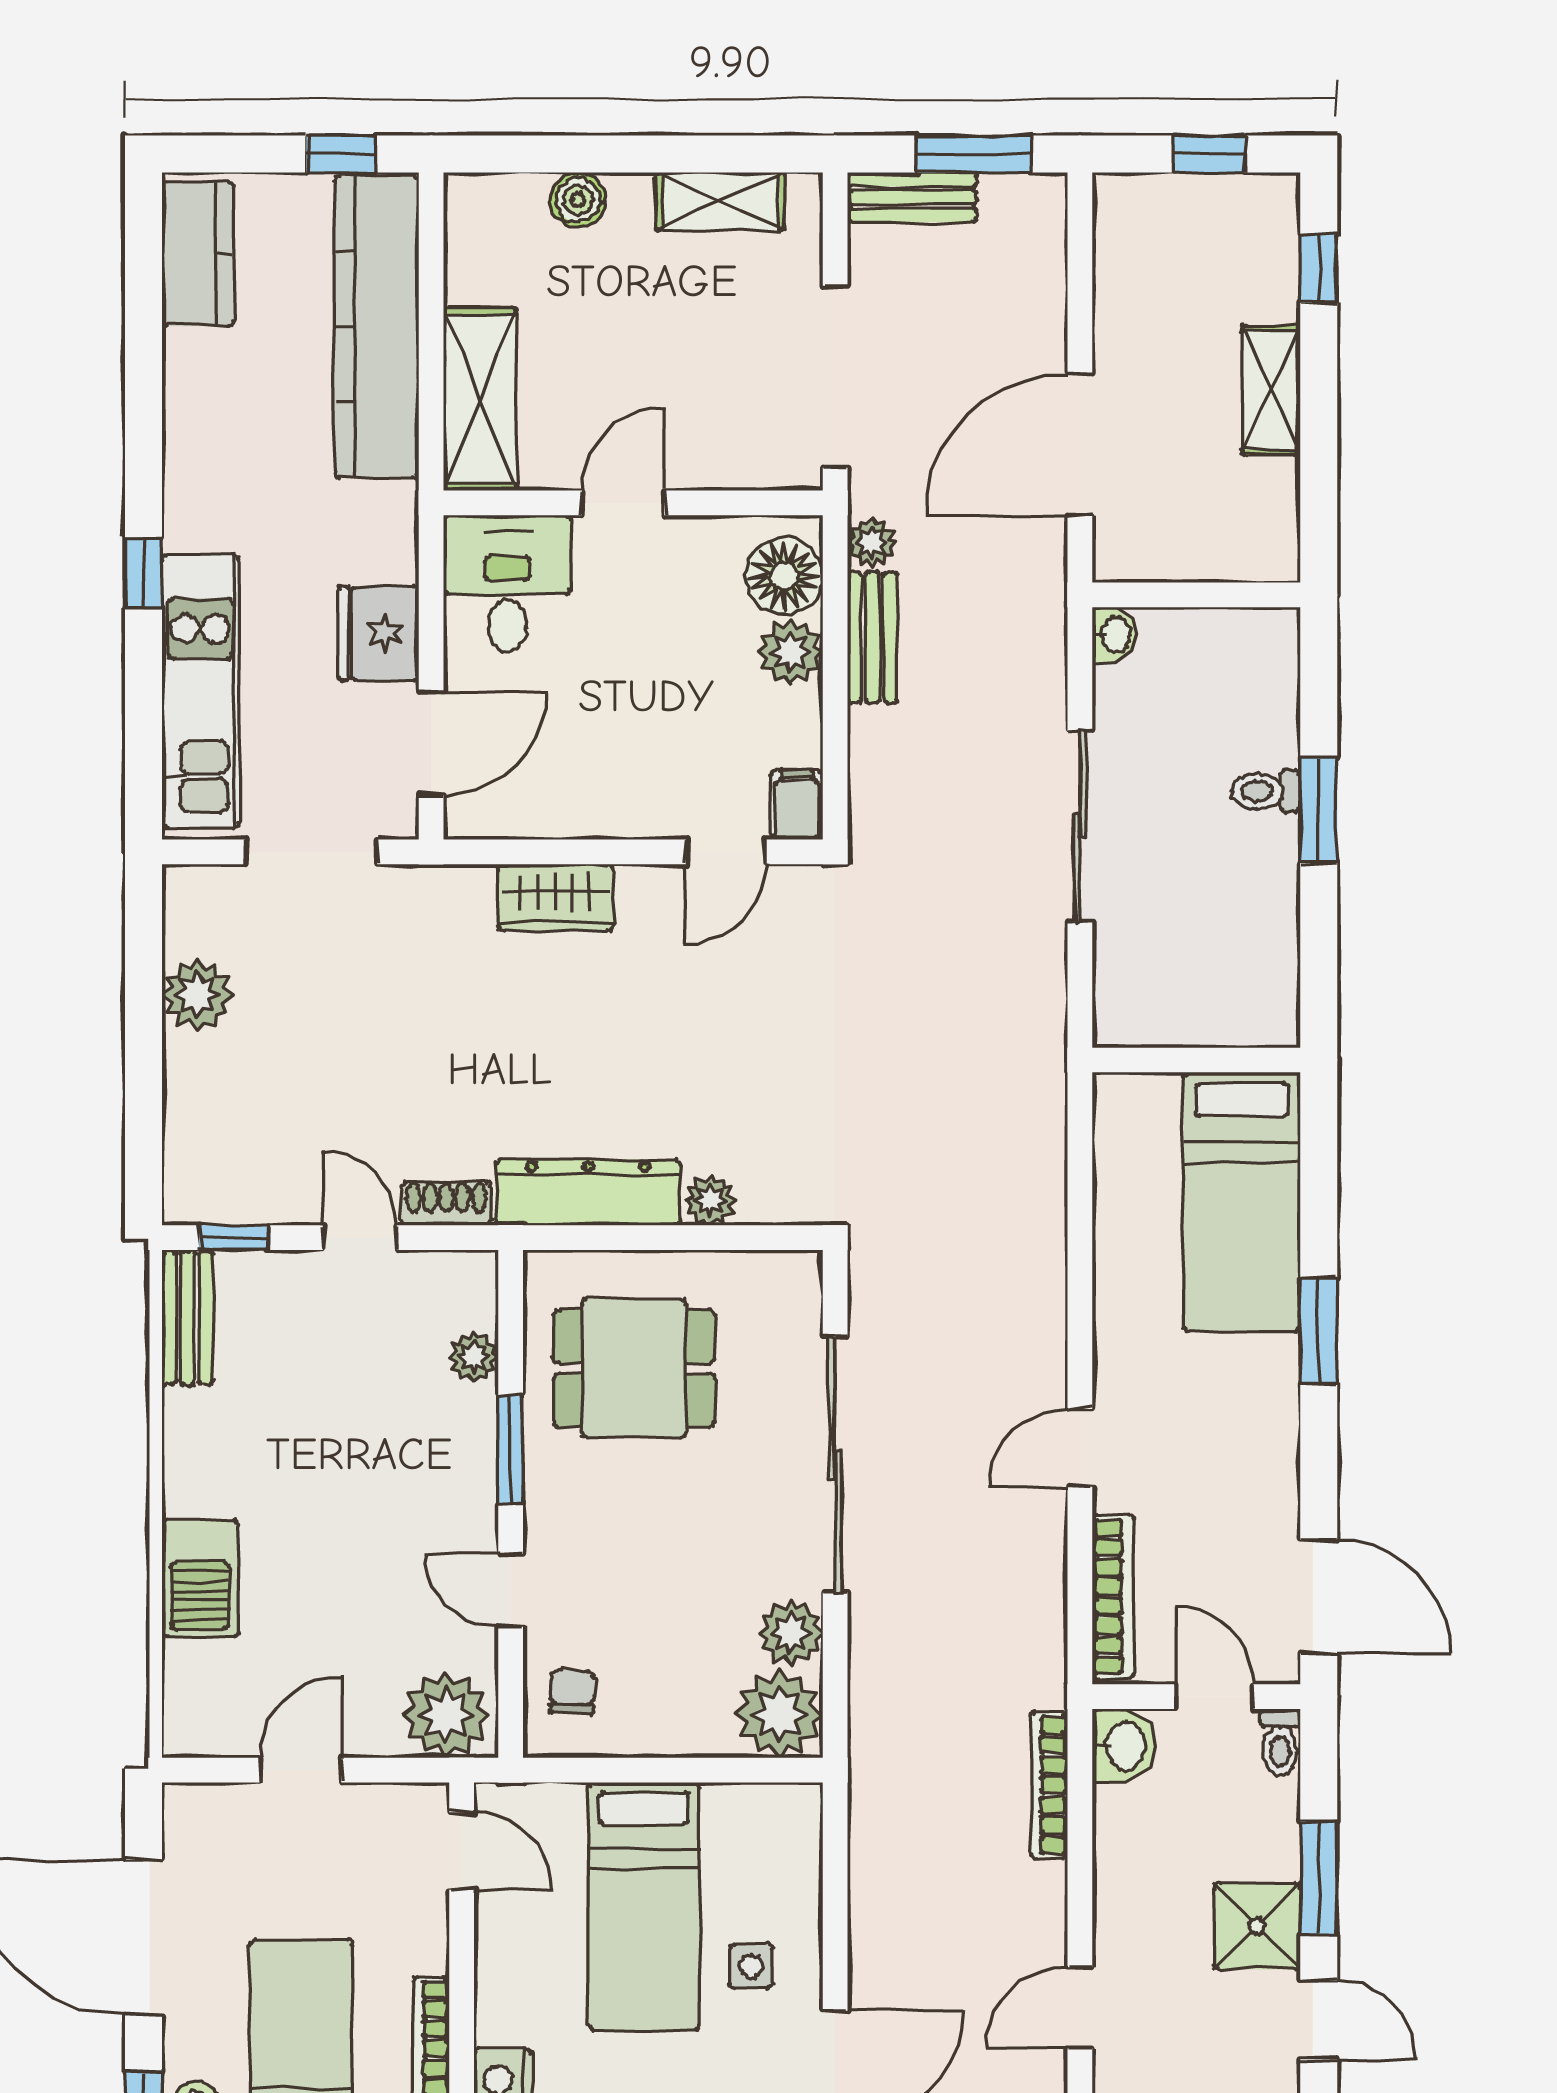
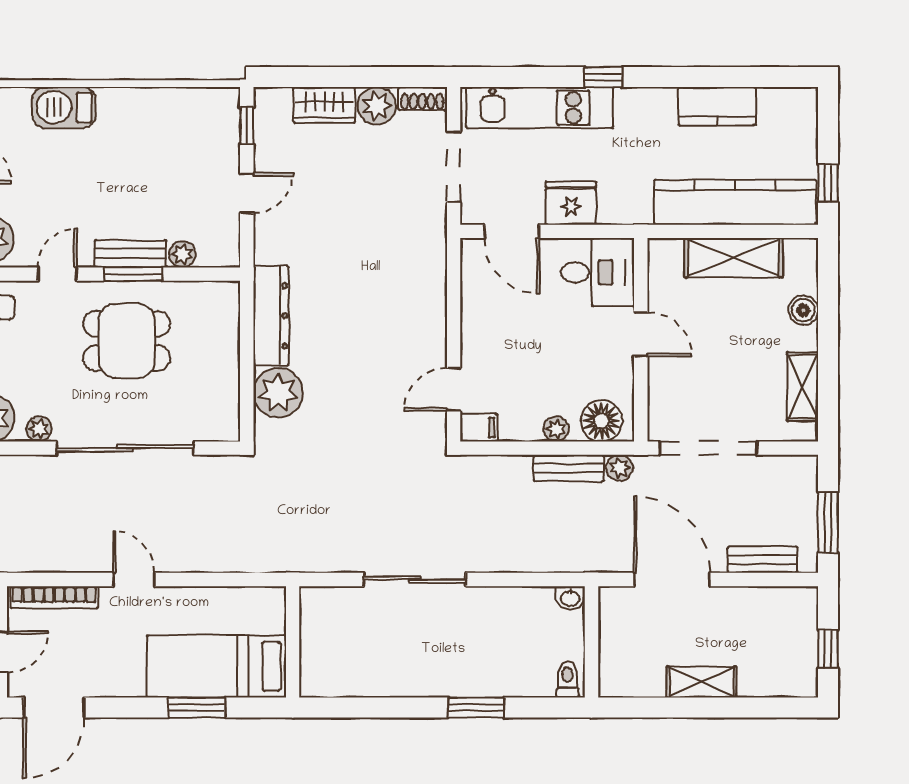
bench: (912, 197) -> (763, 560), moved, turned 90
kitchen counter: (198, 254) -> (717, 106), moved
window: (1319, 269) -> (767, 708), removed
shelving: (480, 399) -> (733, 258), moved
plant: (790, 652) -> (556, 429), width x0.73, depth x0.73
toilet: (1266, 791) -> (567, 679), moved
sliding door: (1080, 826) -> (415, 580), moved
door: (726, 852) -> (454, 389), hinge flipped
wardrobe: (555, 897) -> (324, 105), moved, turned -90
wall: (1196, 1060) -> (293, 642), moved
plant: (710, 1201) -> (278, 393), width x1.88, depth x1.88
bed: (1242, 1202) -> (216, 666), moved
shoe rack: (446, 1204) -> (422, 98), moved, turned 90
bench: (187, 1318) -> (130, 254), moved
dining table: (634, 1368) -> (127, 341), moved, turned 90
plant: (791, 1633) -> (39, 429), width x0.73, depth x0.73

